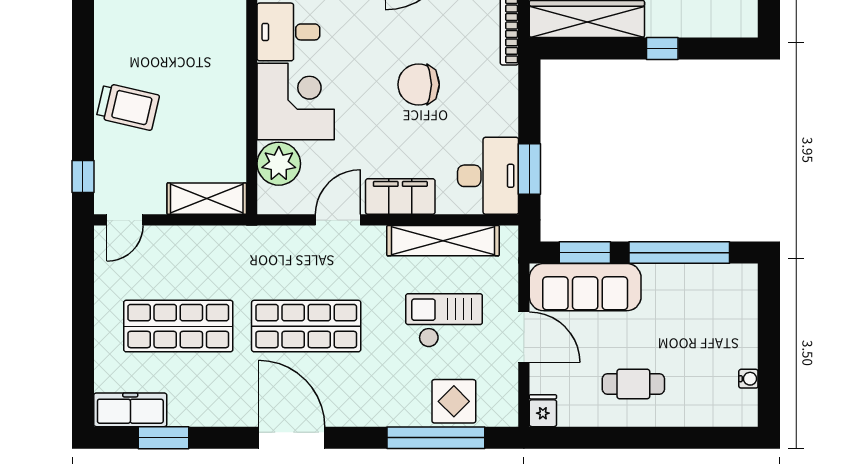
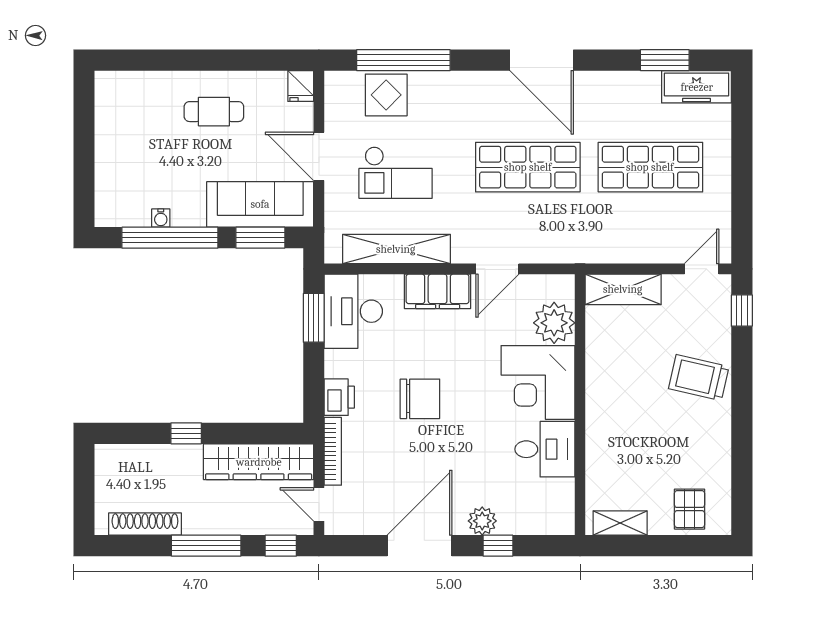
printer: (503, 86) -> (339, 397), added
water cooler: (748, 379) -> (161, 218), moved, turned -90

